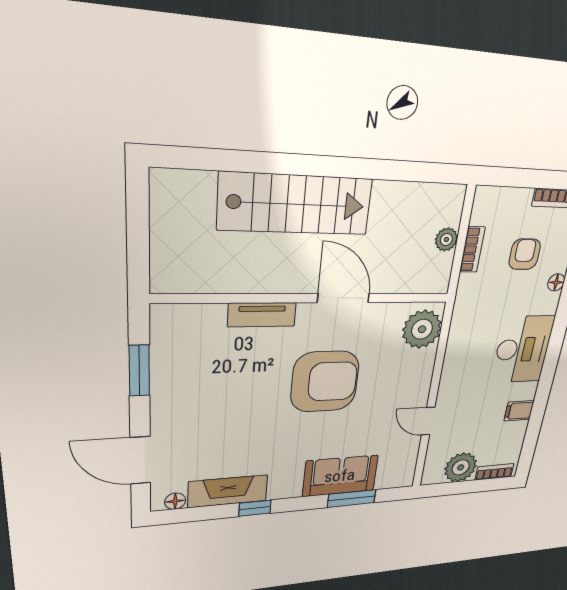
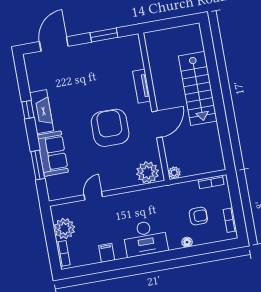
plant: (446, 239) -> (174, 173), moved
bookcase: (472, 249) -> (211, 182), moved
armchair: (325, 382) -> (110, 128), turned 180
fireplace: (228, 491) -> (42, 112), moved
floor lamp: (175, 501) -> (30, 66), removed

